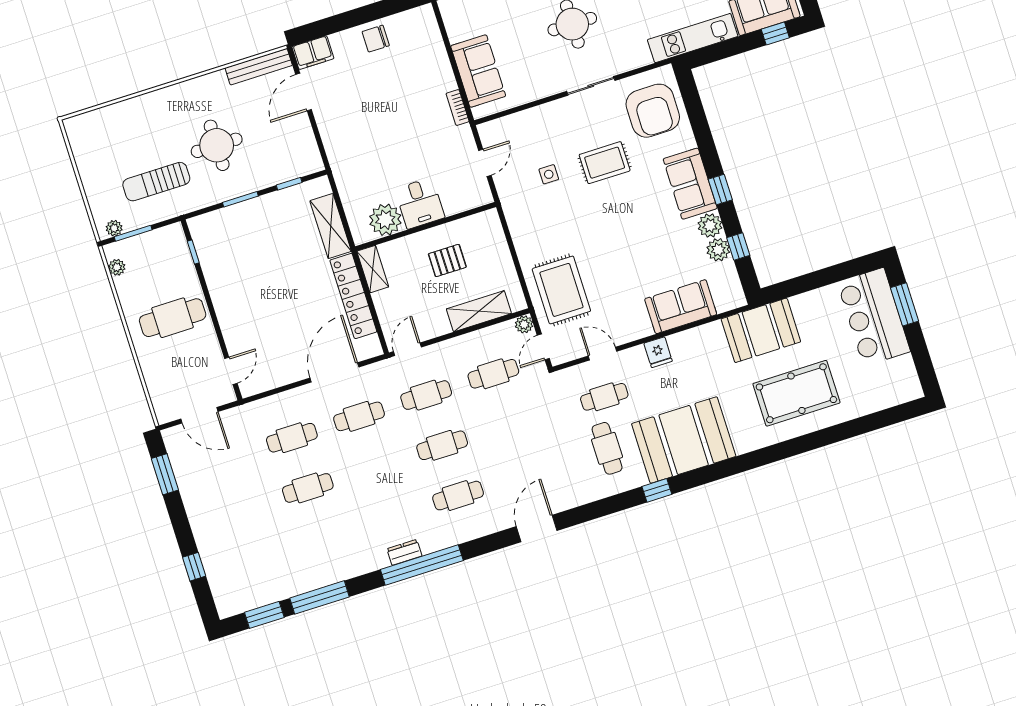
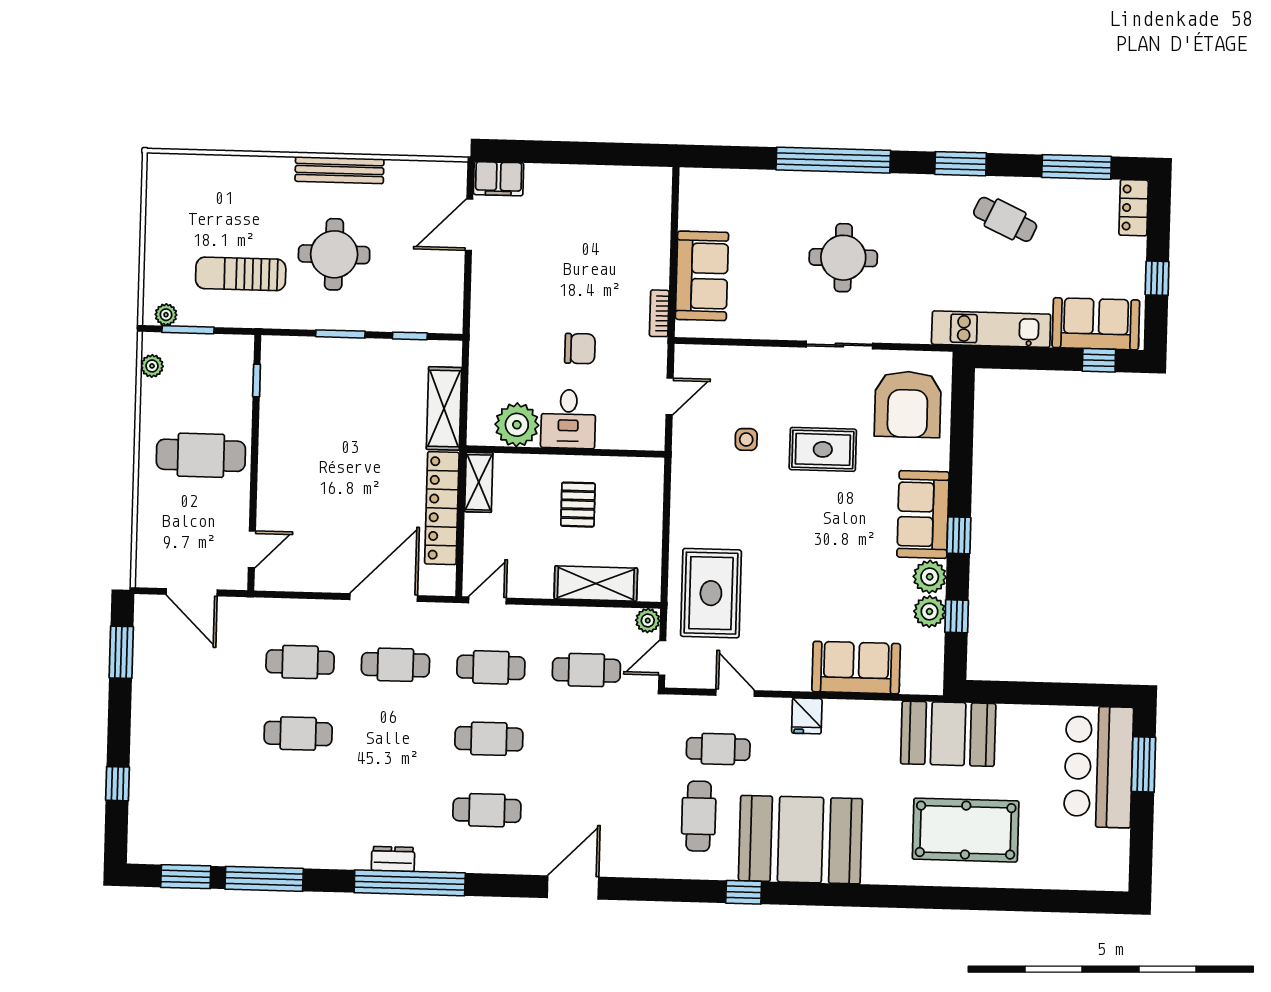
chair: (376, 39) -> (580, 349), moved, turned 180
bench: (259, 67) -> (339, 170), moved
pallet: (447, 261) -> (578, 505), turned 90

